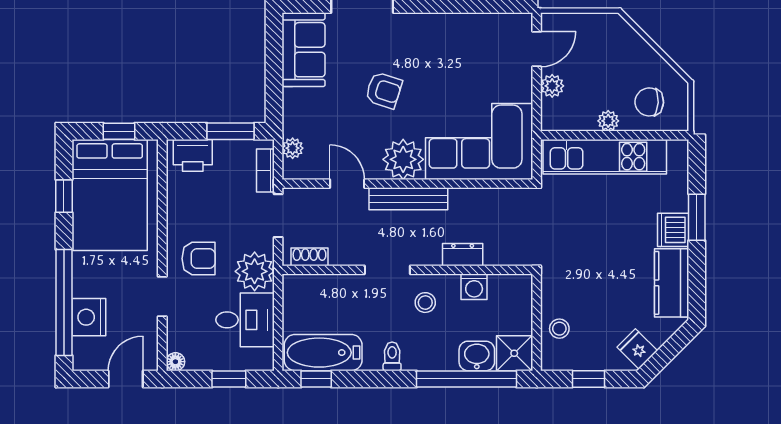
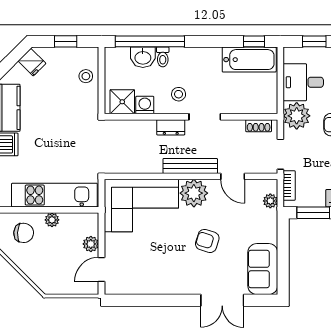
dresser: (463, 255) -> (171, 127), moved
shower: (514, 353) -> (122, 102), moved
toilet: (392, 356) -> (163, 57), moved

